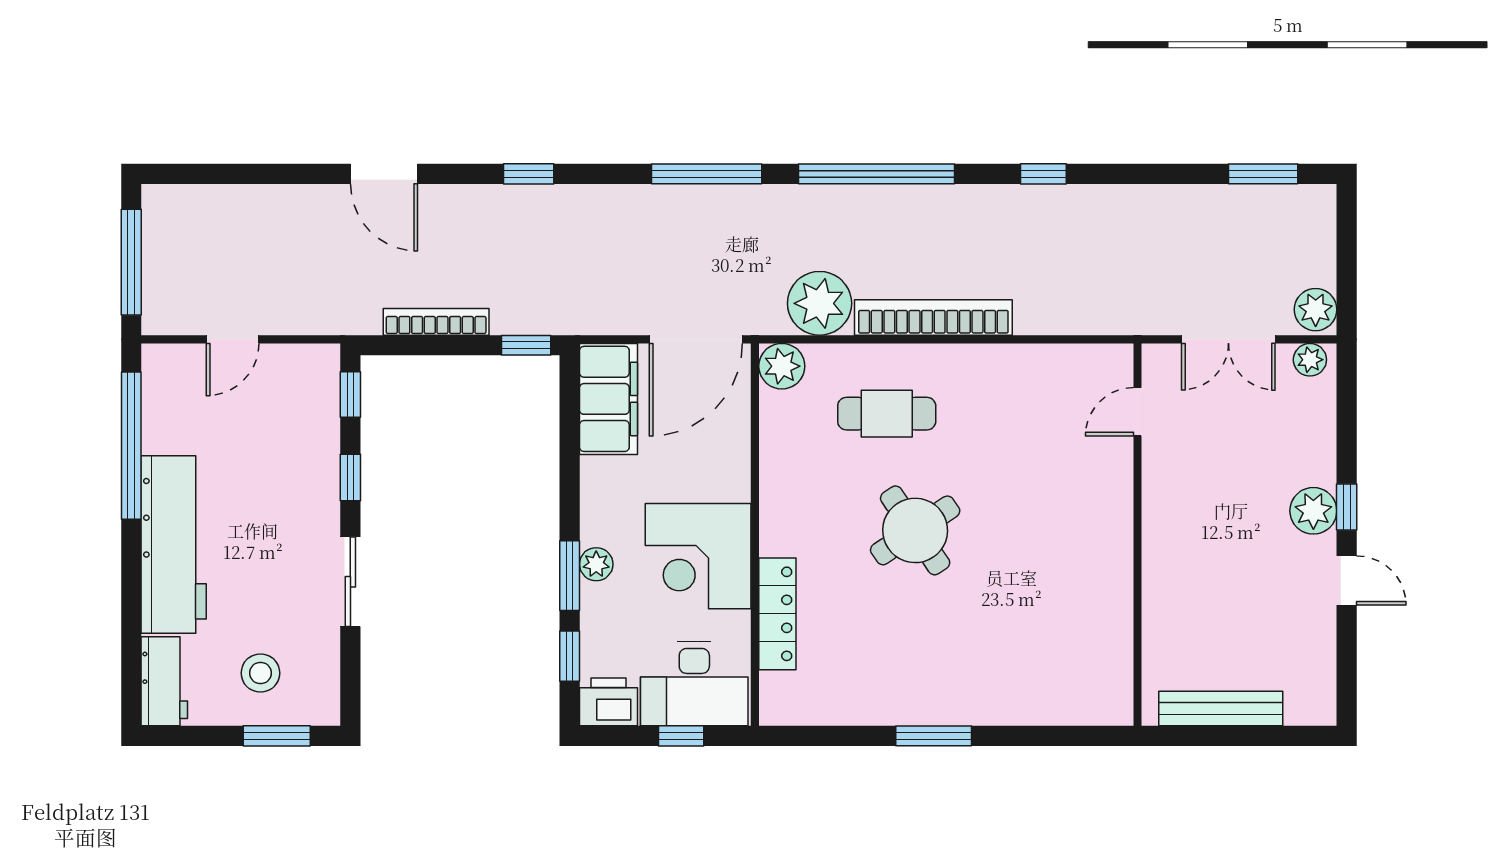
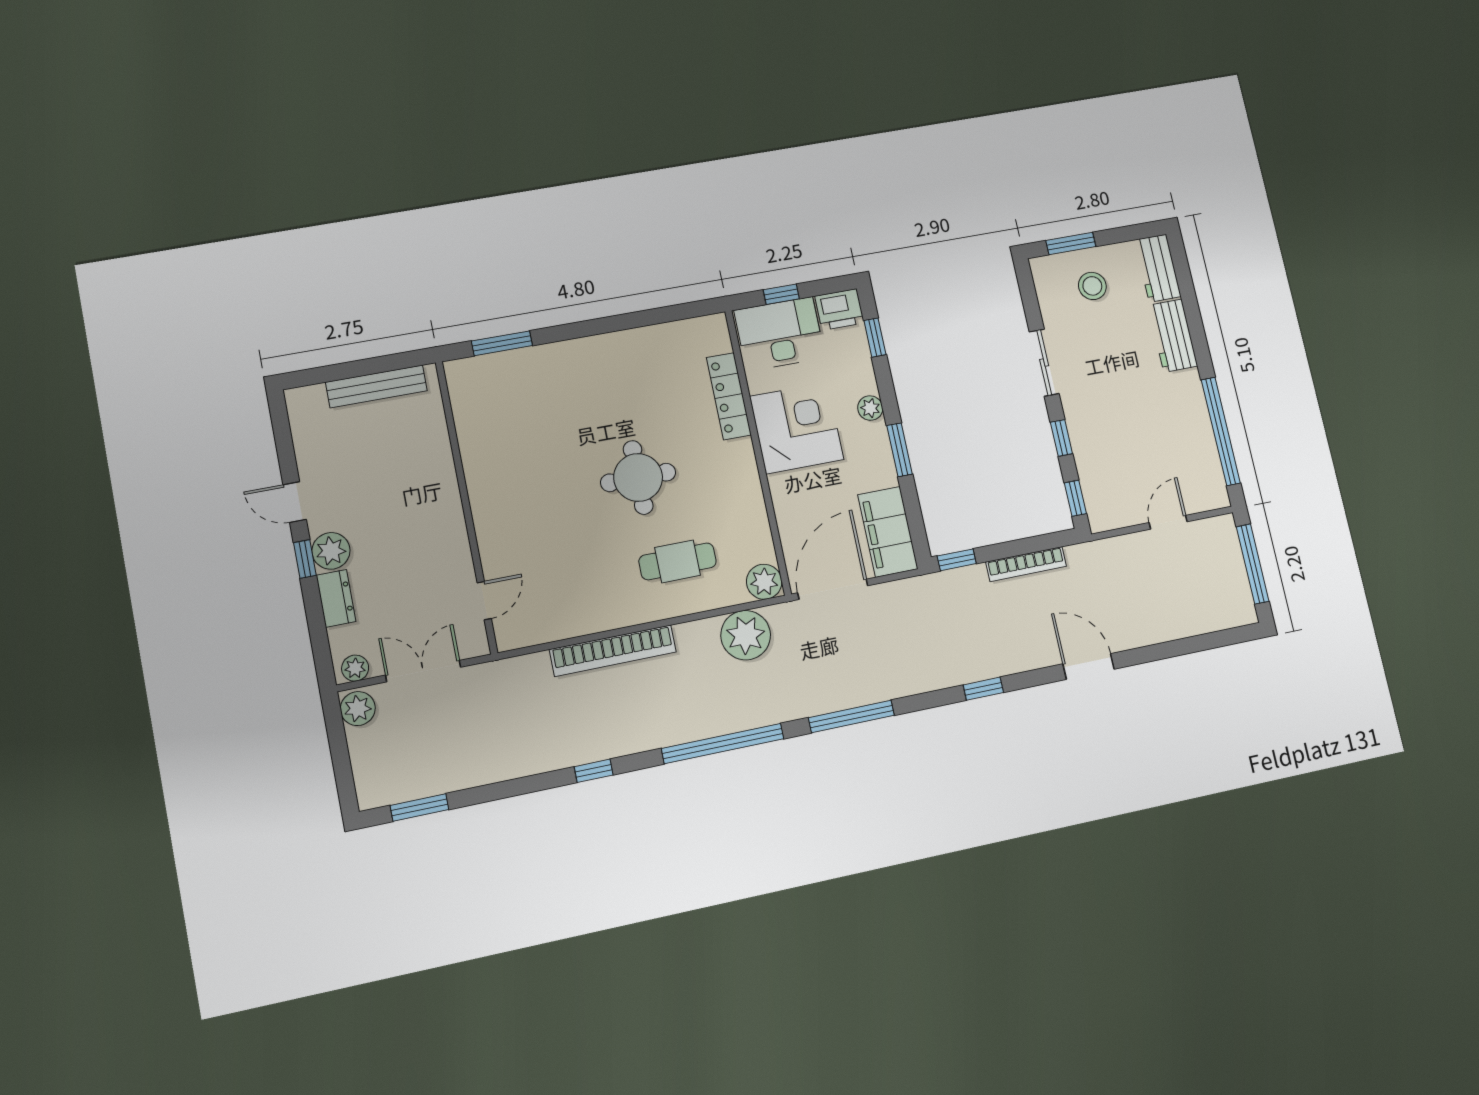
bookcase: (933, 317) -> (613, 651), moved
dresser: (1318, 451) -> (336, 598), added
round table: (915, 530) -> (638, 477), turned 34
workbench: (174, 544) -> (1173, 336), width x0.53, depth x0.76
window: (570, 576) -> (900, 450), moved
window: (934, 736) -> (502, 343), moved

